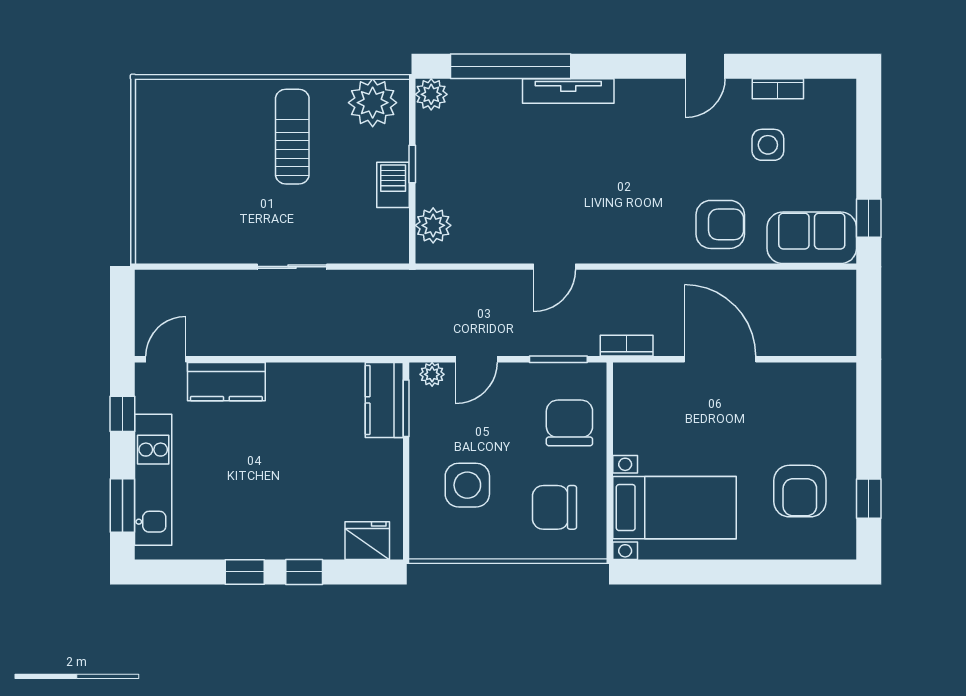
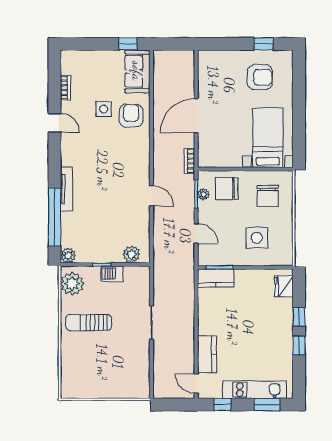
side table: (768, 145) -> (104, 109), moved
plant: (432, 374) -> (203, 194), moved

